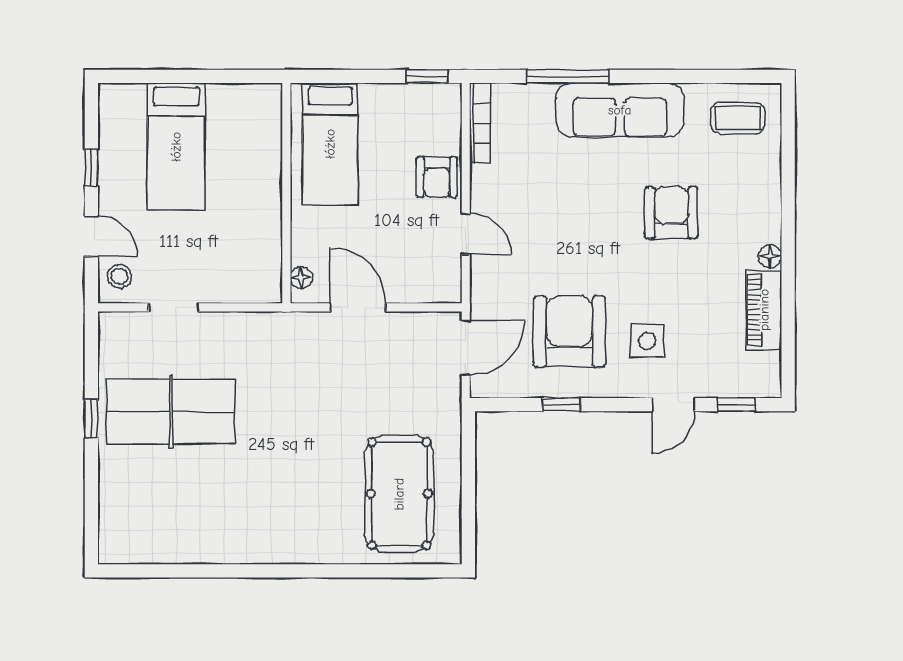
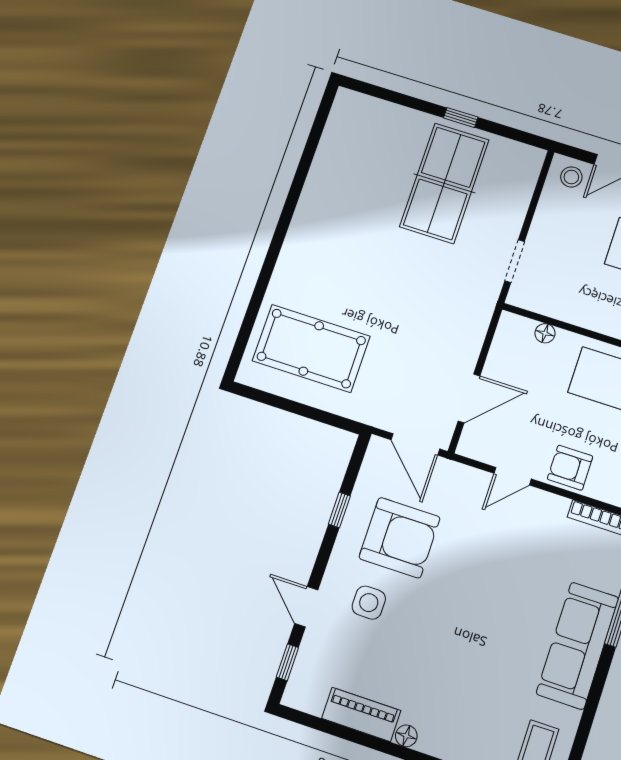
armchair: (671, 213) -> (473, 661), removed
floor lamp: (301, 278) -> (545, 333), moved
doorway: (174, 307) -> (515, 261), moved
door: (358, 307) -> (469, 398), moved

